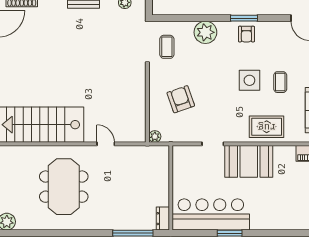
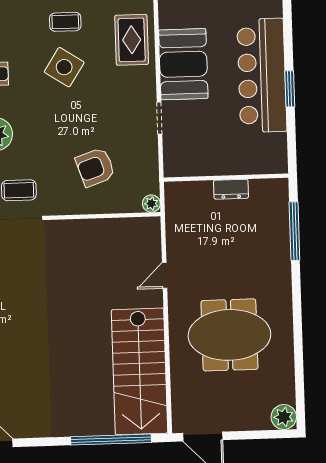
side table: (249, 80) -> (64, 67), turned 33
bar counter: (211, 214) -> (262, 75), moved
dresser: (163, 219) -> (231, 189), moved

